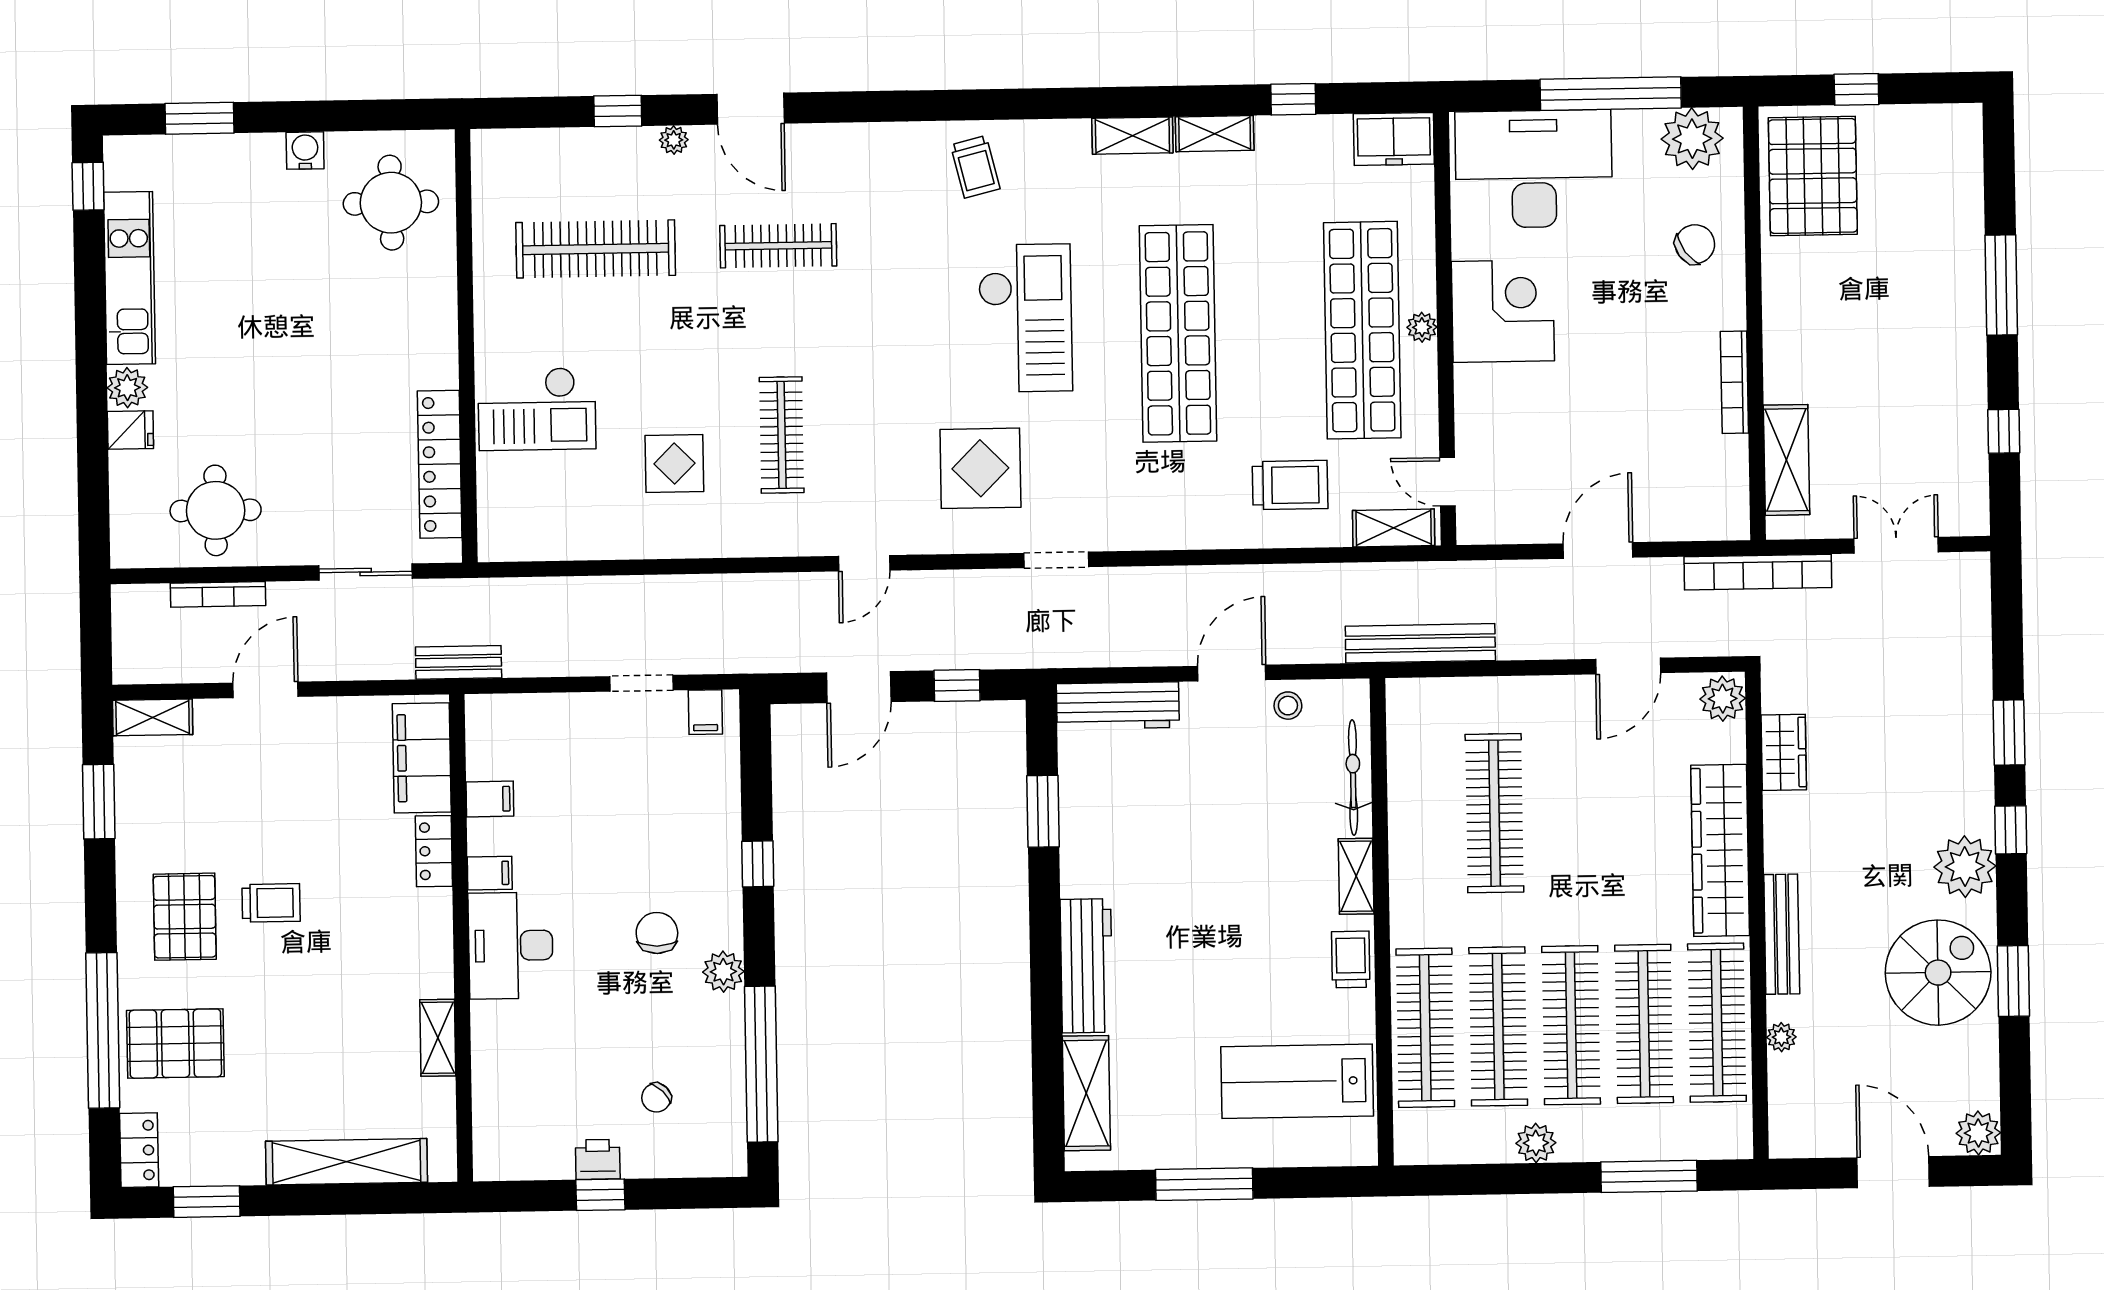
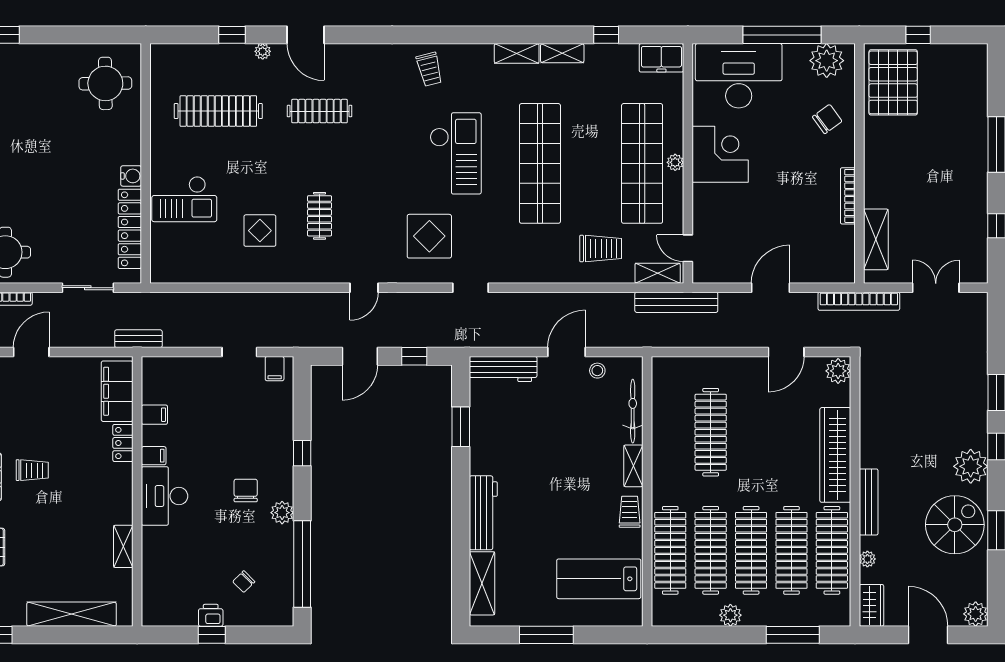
water cooler: (305, 151) -> (131, 176), moved, turned 90
clothes rail: (782, 435) -> (320, 216), width x0.73
bench: (1420, 643) -> (676, 302), moved
wardrobe: (1784, 752) -> (871, 605), moved

